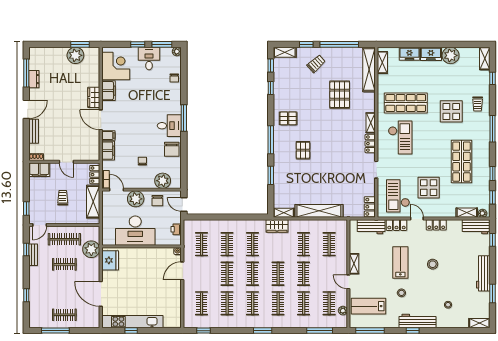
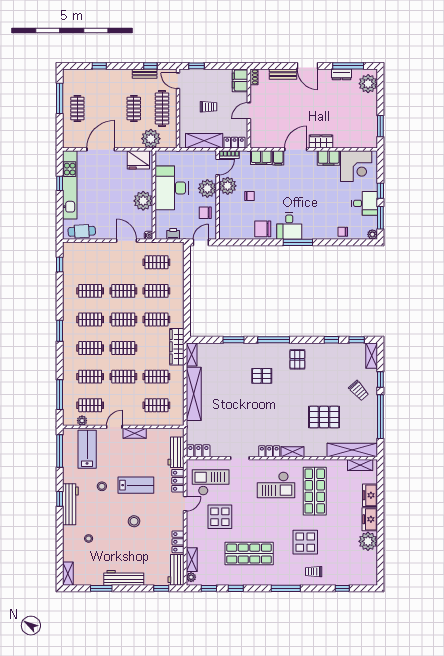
plant: (75, 55) -> (368, 84), moved
shelving: (485, 58) -> (365, 580), removed
plant: (163, 181) -> (228, 186), moved
locker: (436, 225) -> (178, 542), moved
wardrobe: (277, 226) -> (177, 347), width x1.50
plant: (147, 256) -> (143, 201), added
clothes rail: (202, 303) -> (90, 262), removed
cafe table: (174, 311) -> (82, 231), added

